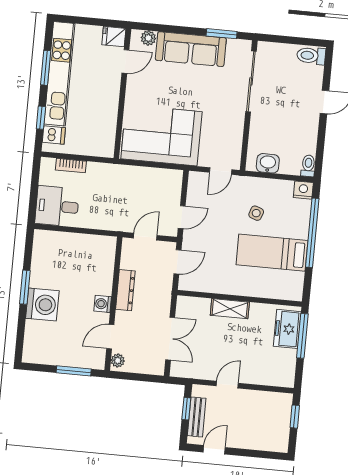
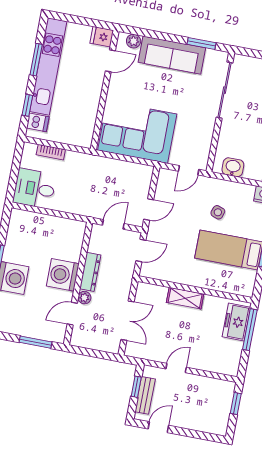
washing machine: (103, 304) -> (63, 275), width x1.89, depth x1.89
plant: (118, 361) -> (84, 298), moved

